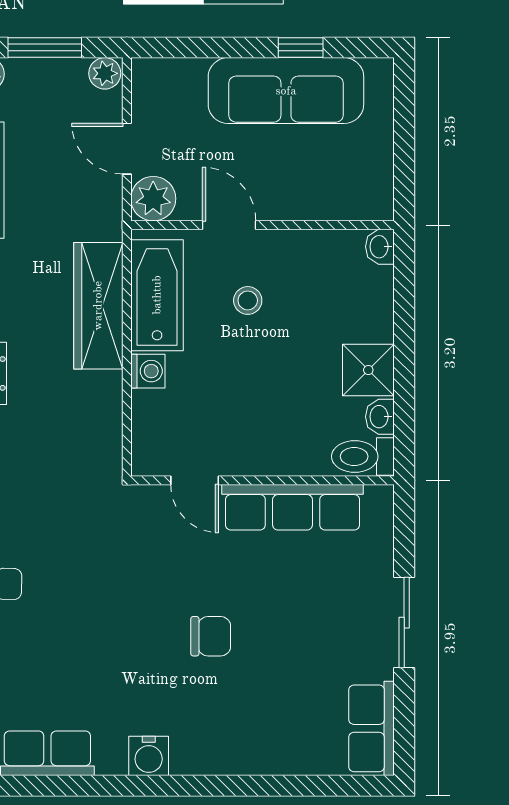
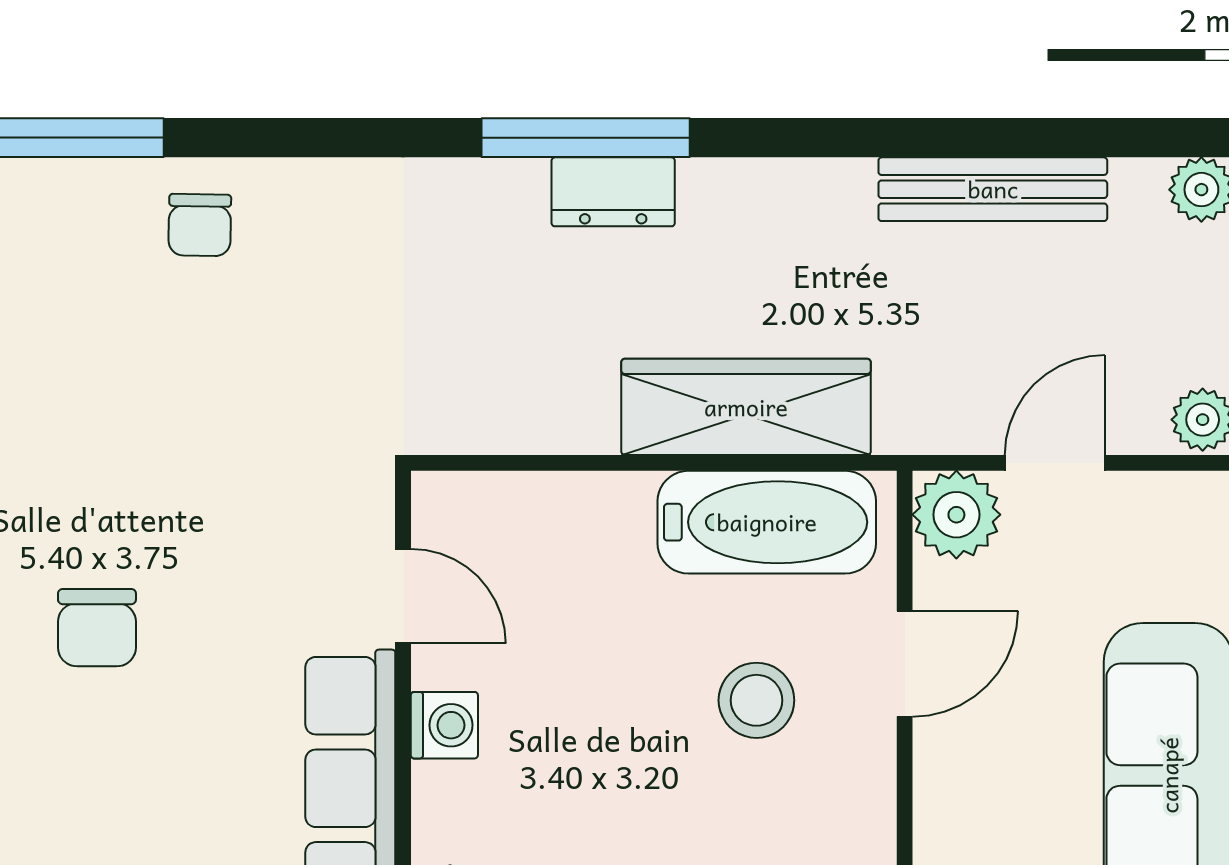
stool: (248, 300) -> (756, 700), width x1.37, depth x1.37
washing machine: (148, 371) -> (444, 725), moved, turned -90
door: (195, 480) -> (403, 596), swing flipped

